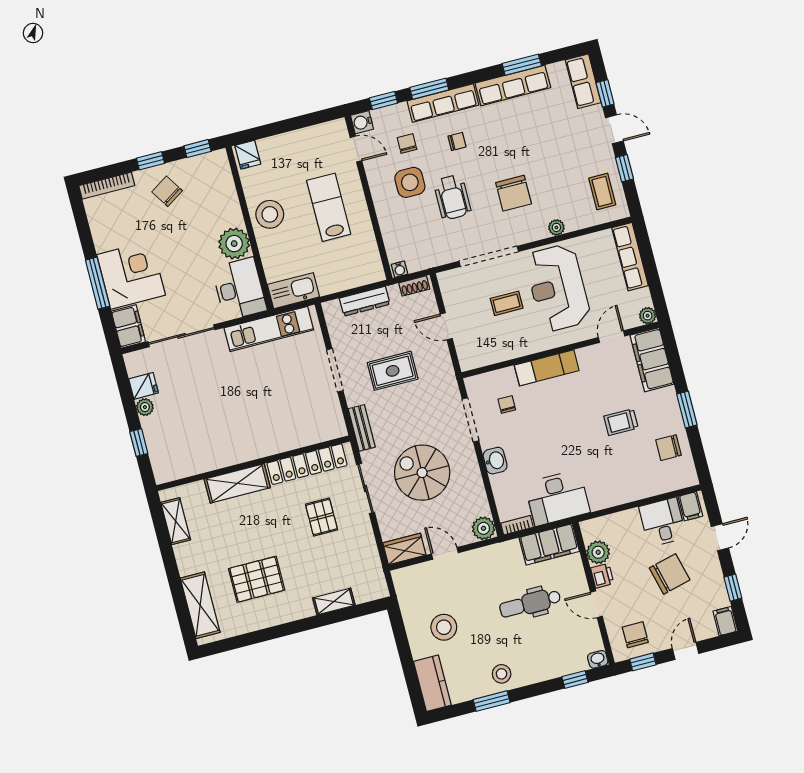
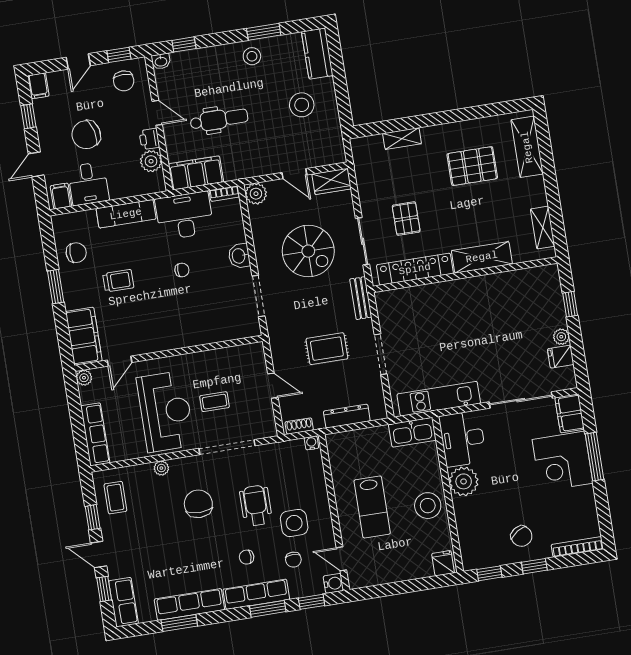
exam couch: (547, 368) -> (126, 214), moved, turned 180
chair: (507, 404) -> (182, 270), moved, turned -90

